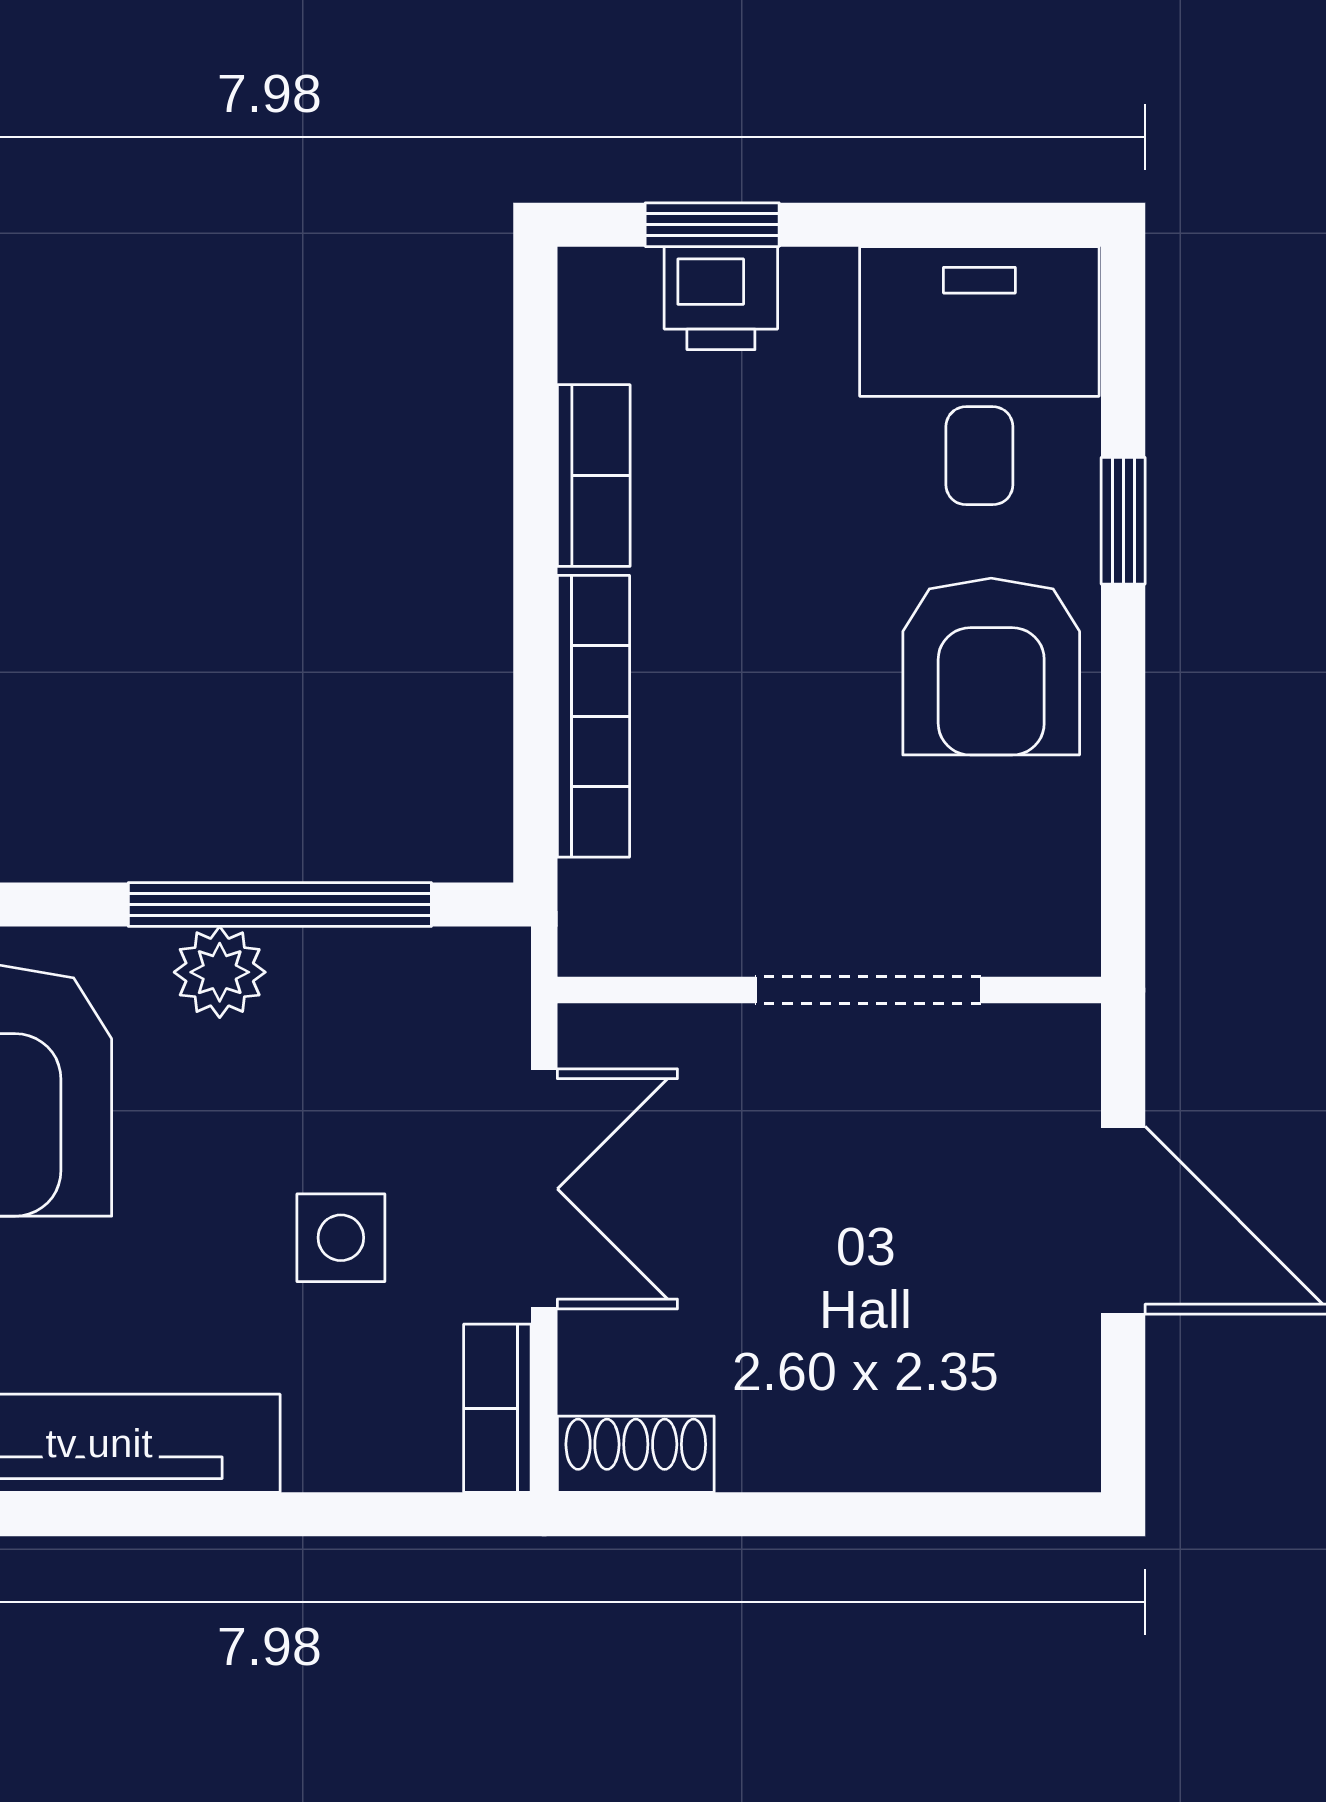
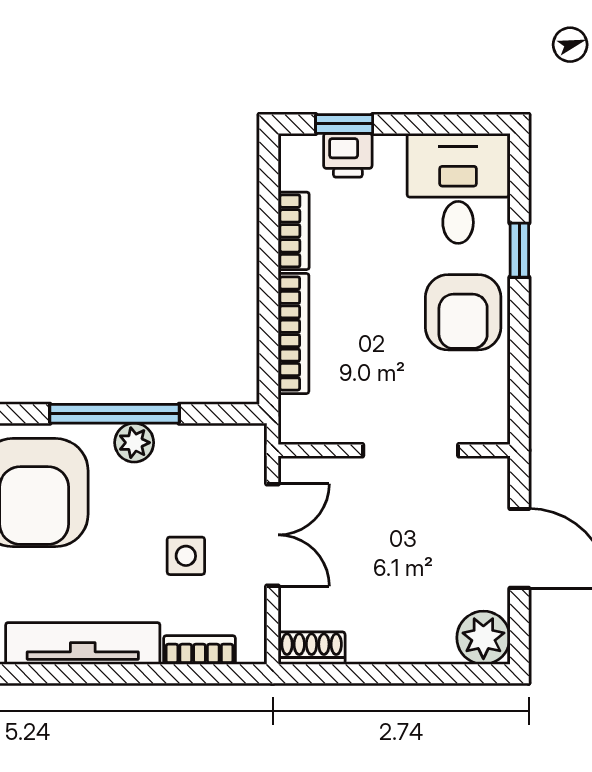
window: (280, 905) -> (115, 414), moved
bookcase: (497, 1408) -> (200, 650), moved, turned 90
plant: (1039, 1430) -> (483, 638), added

